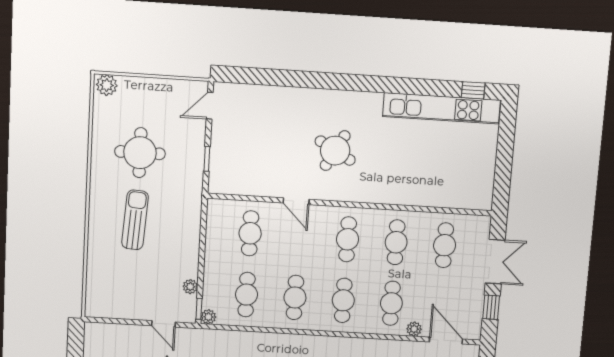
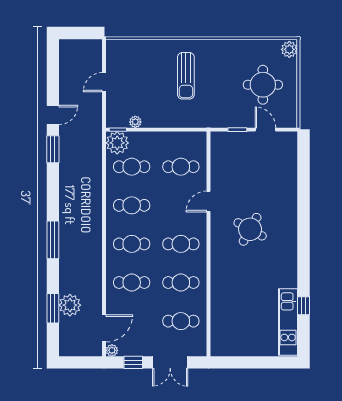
window: (473, 90) -> (304, 306), moved
door: (210, 106) -> (266, 130), moved
kitchen unit: (442, 108) -> (288, 322), width x0.73
round table: (140, 153) -> (263, 85), moved
sun lounger: (135, 220) -> (186, 76), turned 86
plant: (208, 317) -> (117, 143), width x1.87, depth x1.87
door: (163, 324) -> (104, 82), moved
plant: (414, 329) -> (112, 350), moved

